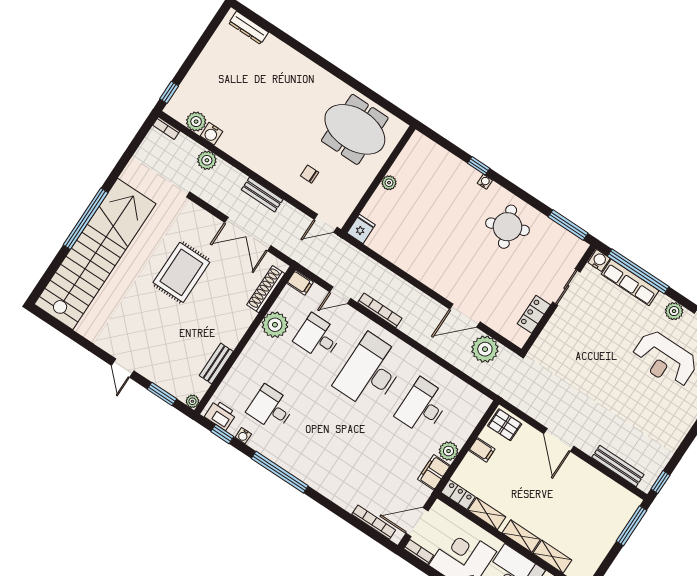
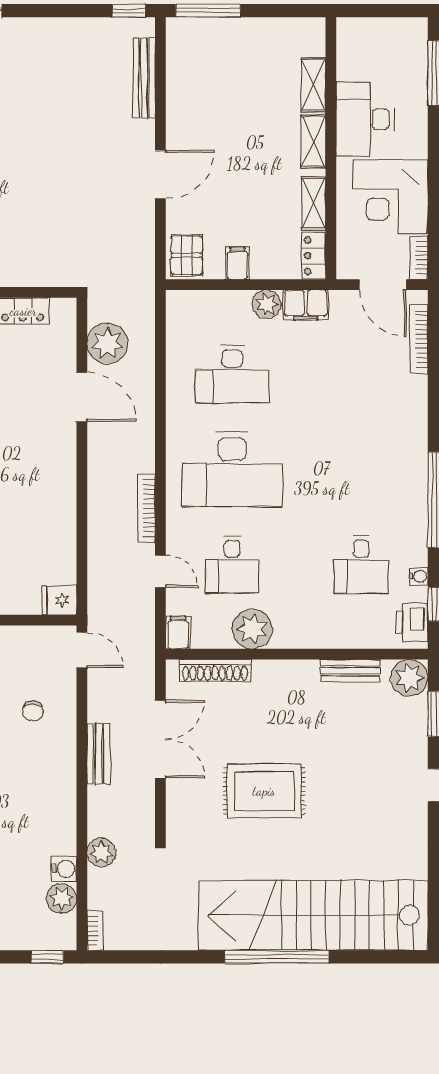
plant: (192, 401) -> (409, 678), width x1.88, depth x1.88

